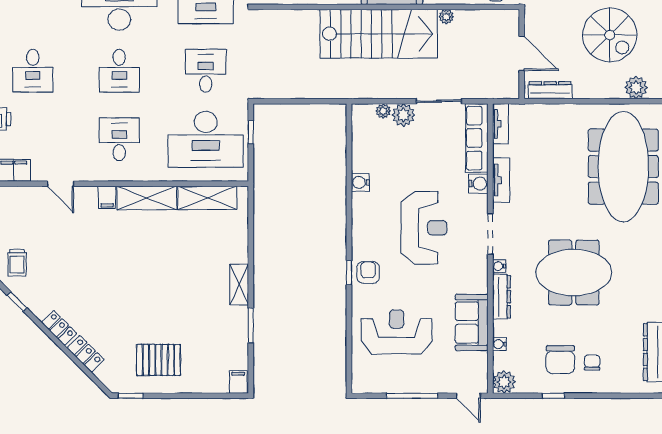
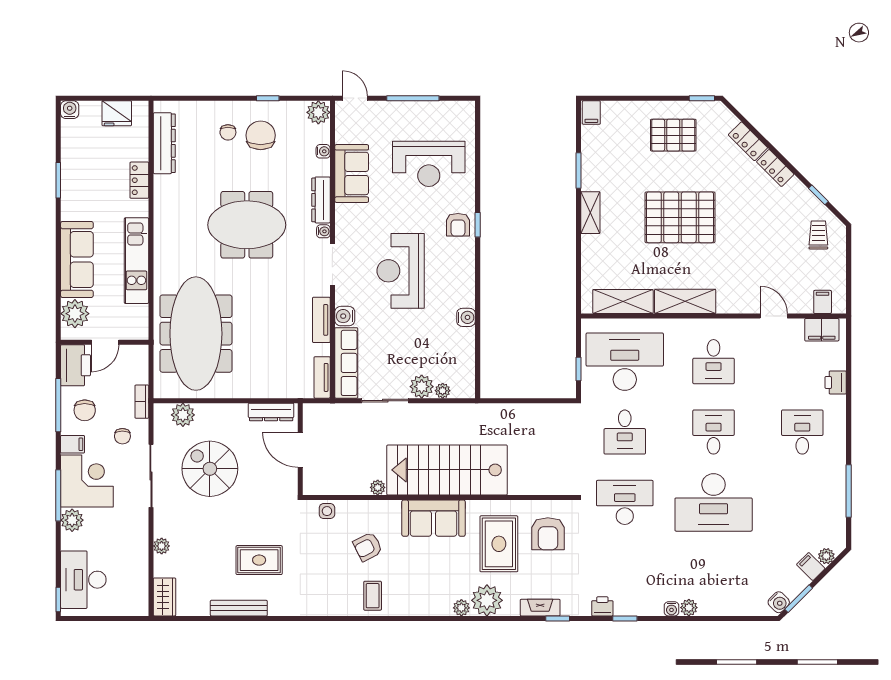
filing cabinet: (107, 197) -> (823, 302), moved
pallet: (152, 280) -> (680, 217), added

